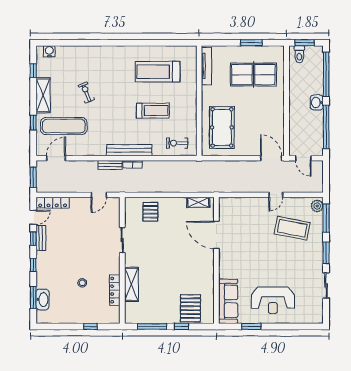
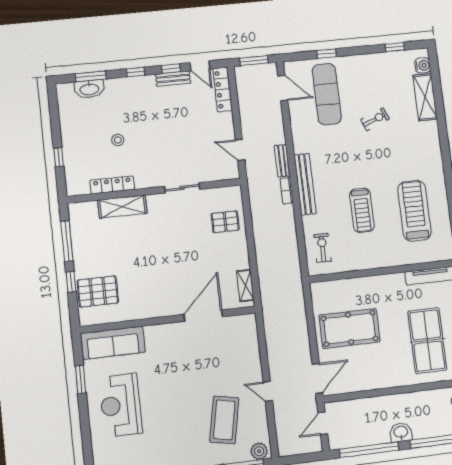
shelving: (43, 95) -> (425, 97), moved, turned 90
pool table: (222, 127) -> (350, 328), moved

